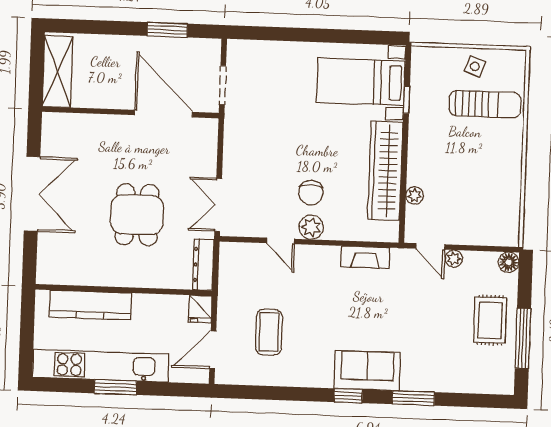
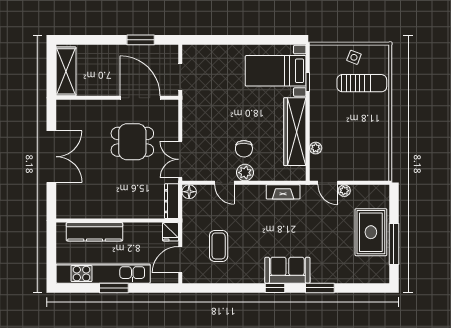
dining table: (137, 215) -> (132, 142), moved, turned 90
floor lamp: (509, 262) -> (189, 192), moved
rug: (490, 320) -> (371, 232), width x1.36, depth x1.43

